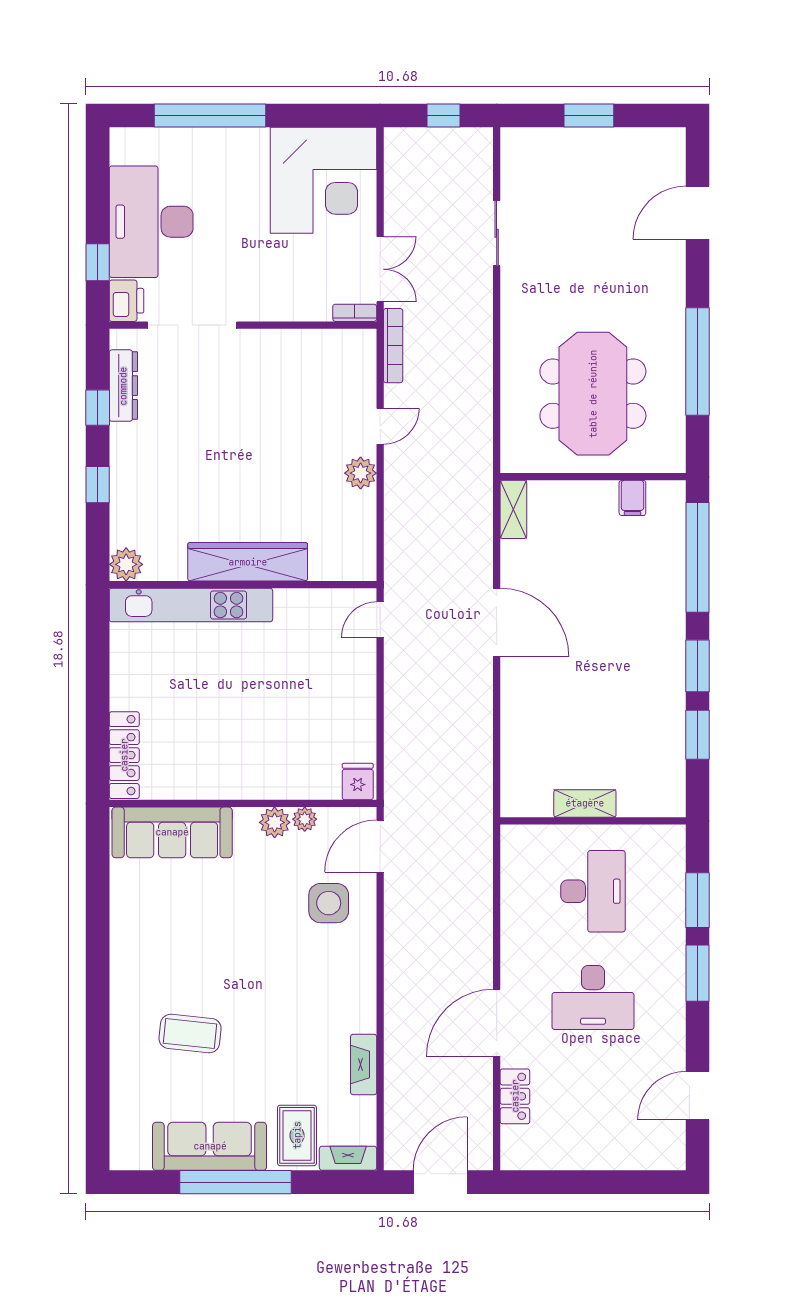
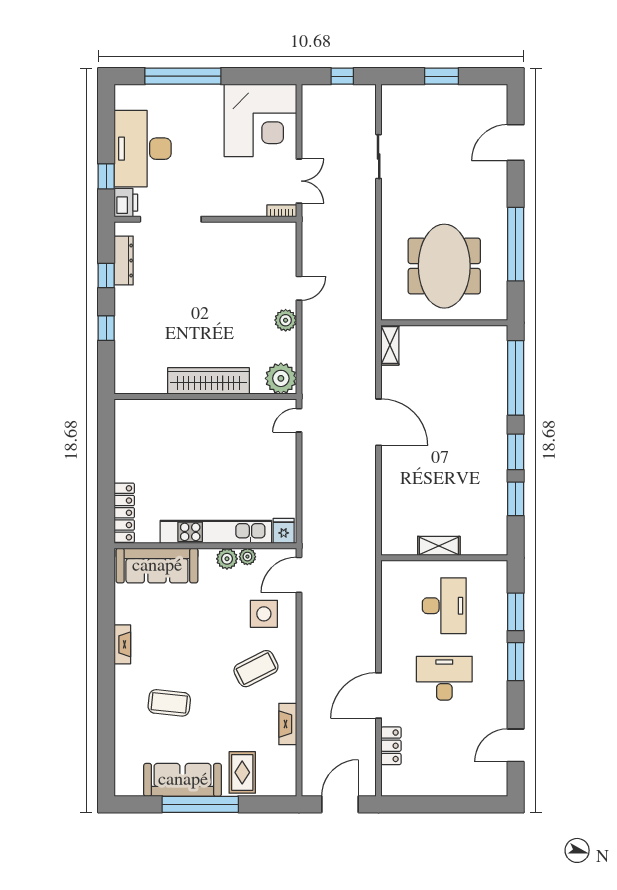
bookcase: (393, 346) -> (308, 233), removed
filing cabinet: (632, 498) -> (471, 337), removed
plant: (126, 564) -> (281, 378), moved, width x1.36, depth x1.36
kitchen unit: (191, 605) -> (216, 532), moved, turned 180
coffee table: (317, 983) -> (256, 669), added
desk: (593, 997) -> (444, 678), turned 180
fireplace: (348, 1158) -> (122, 644), moved, turned 90

